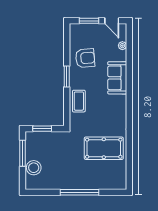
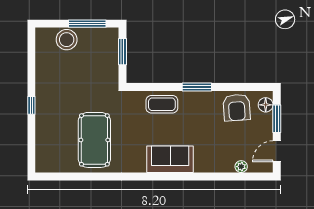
floor lamp: (79, 29) -> (266, 105), added
armchair: (85, 58) -> (237, 107), moved
sofa: (117, 78) -> (170, 159), moved
window: (80, 192) -> (31, 105), width x0.32

